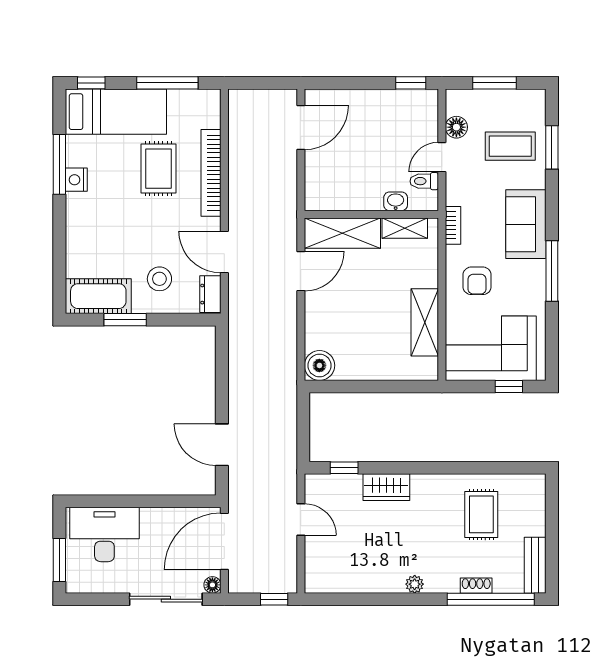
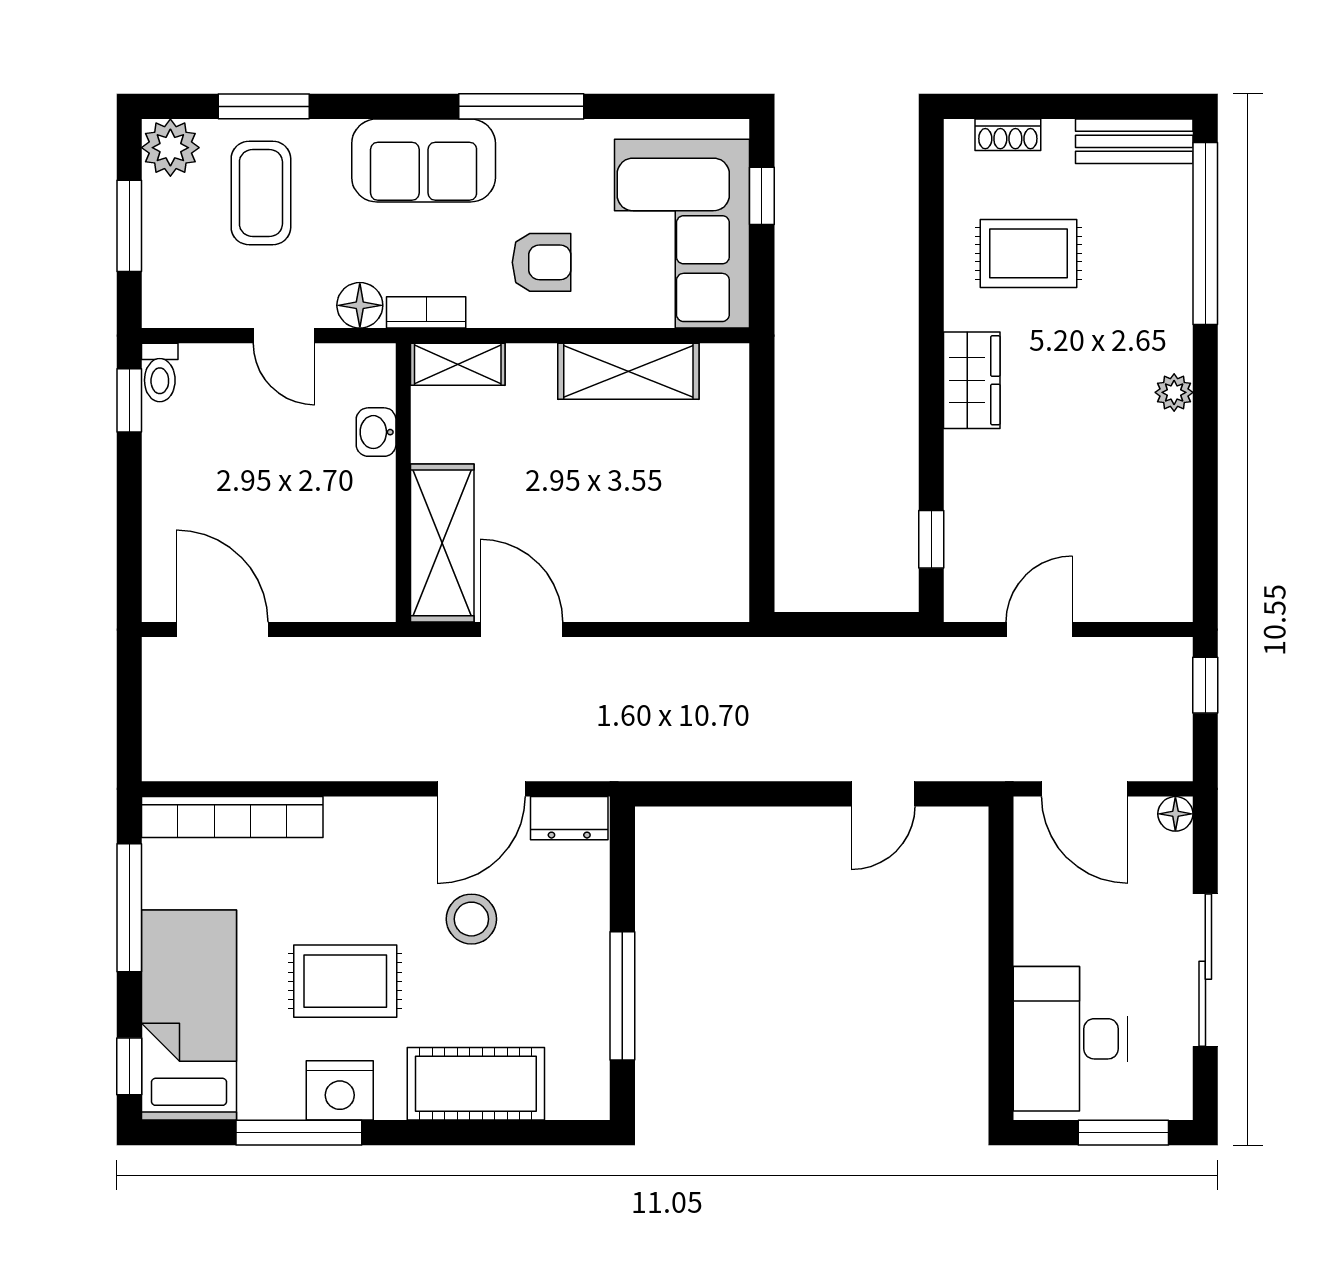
plant: (532, 103) -> (170, 148), added
floor lamp: (456, 127) -> (360, 305), moved
rug: (159, 169) -> (345, 981), moved
bookcase: (211, 173) -> (232, 817), moved
nightstand: (76, 180) -> (340, 1090), width x1.36, depth x1.33
toilet: (424, 181) -> (160, 373), moved
shelving: (405, 228) -> (458, 364), moved, turned 90
stool: (159, 279) -> (471, 919), moved
cot: (98, 296) -> (476, 1084), moved, turned 90
window: (125, 320) -> (622, 996), width x1.44
boiler: (319, 365) -> (718, 591), removed
door: (222, 445) -> (883, 794), width x0.73
wardrobe: (386, 487) -> (972, 380), moved
door: (224, 541) -> (1085, 789), width x0.73
shoe rack: (476, 586) -> (1008, 135), moved, turned -90
sliding door: (166, 599) -> (1205, 970), moved

